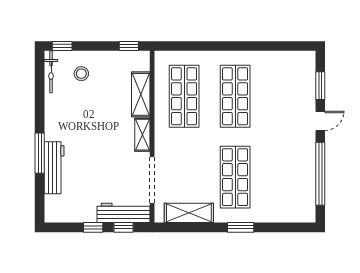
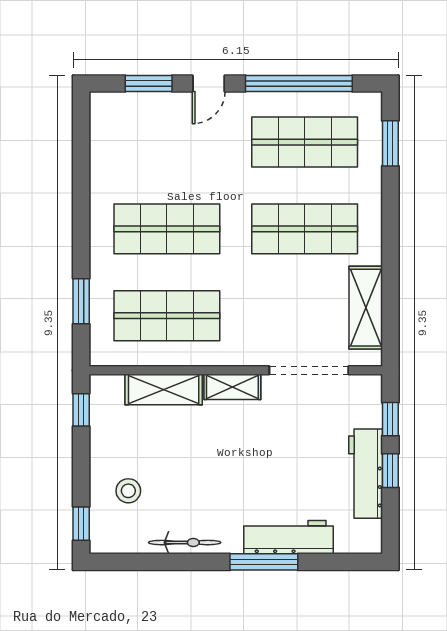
window: (193, 46) -> (81, 301), added
bicycle: (51, 72) -> (185, 543), moved
door: (320, 121) -> (209, 84), swing flipped
shop shelf: (286, 177) -> (305, 142), added
workbench: (123, 213) -> (366, 474), moved
window: (241, 227) -> (390, 143), moved

